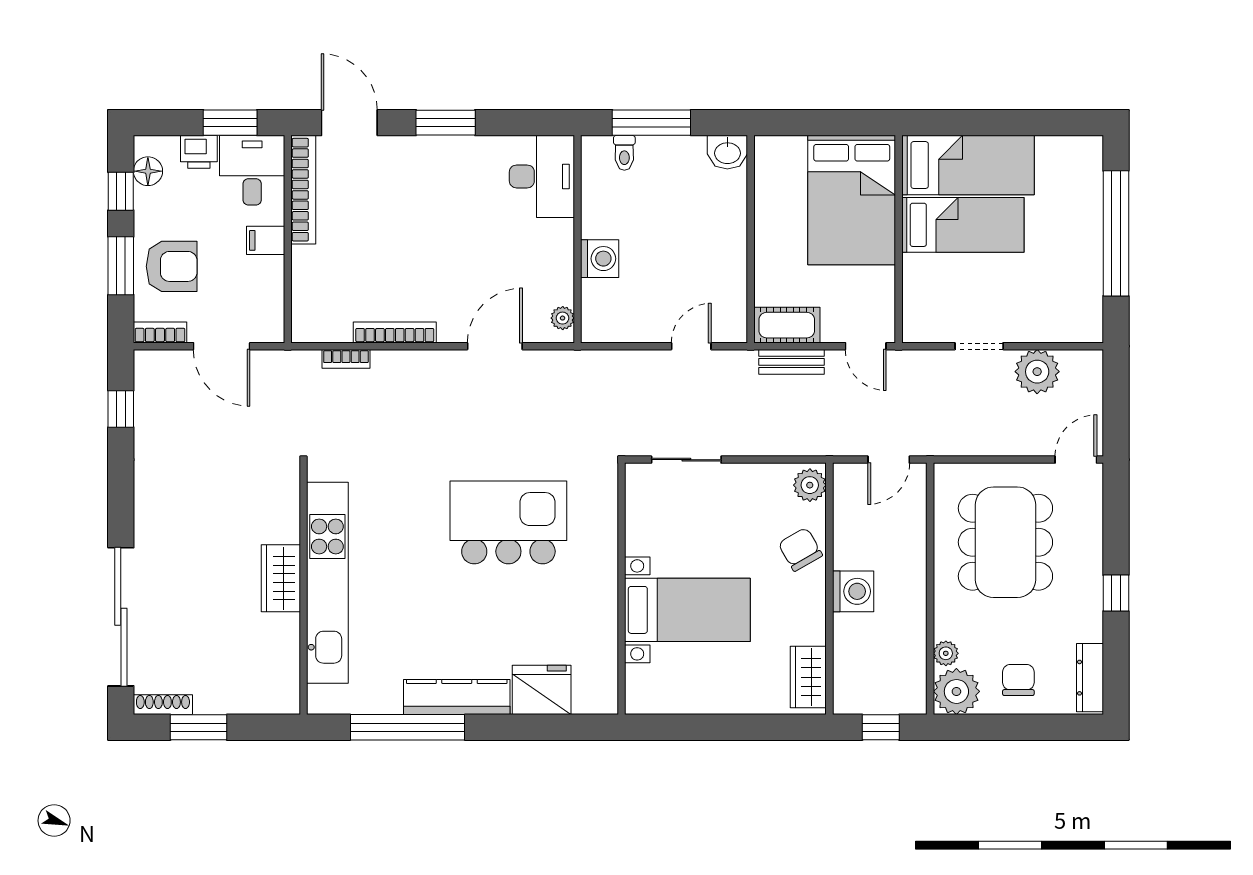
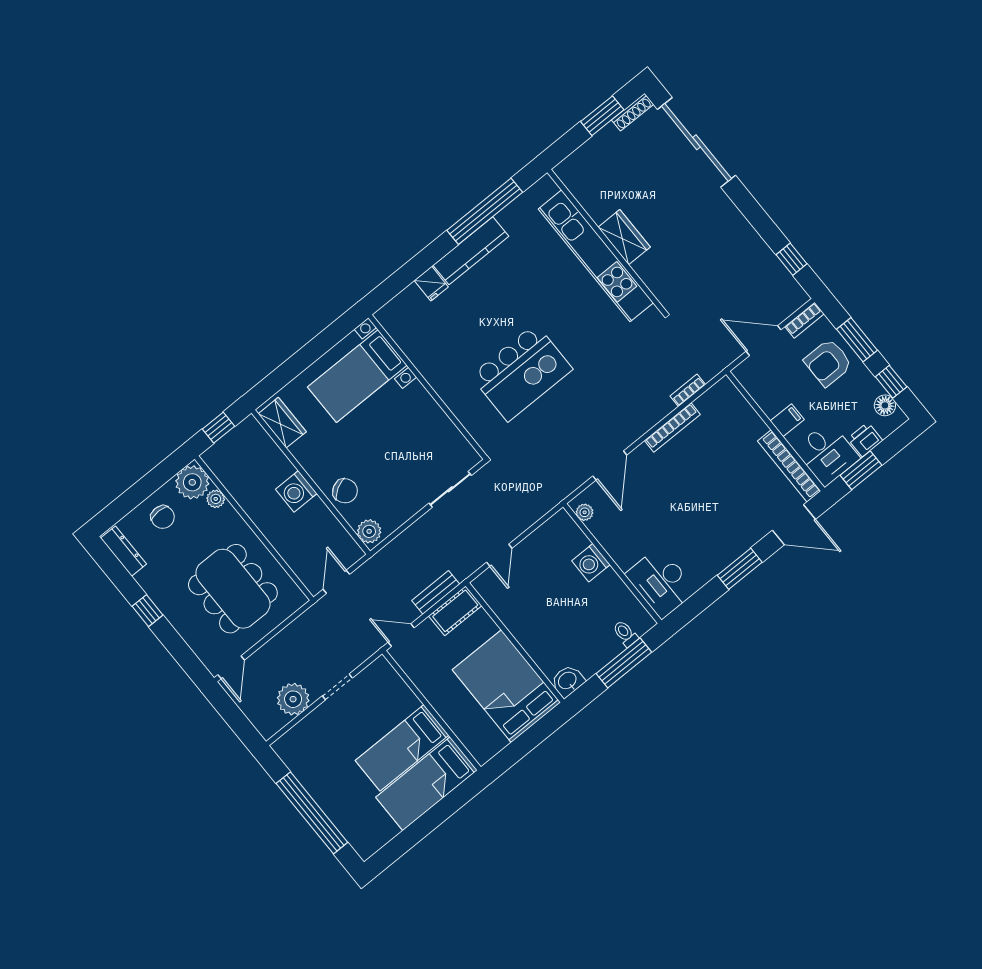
bed: (852, 200) -> (506, 686), moved
bed with nightstands: (687, 610) -> (357, 376), moved
fridge: (542, 690) -> (431, 284), width x0.53, depth x0.75

